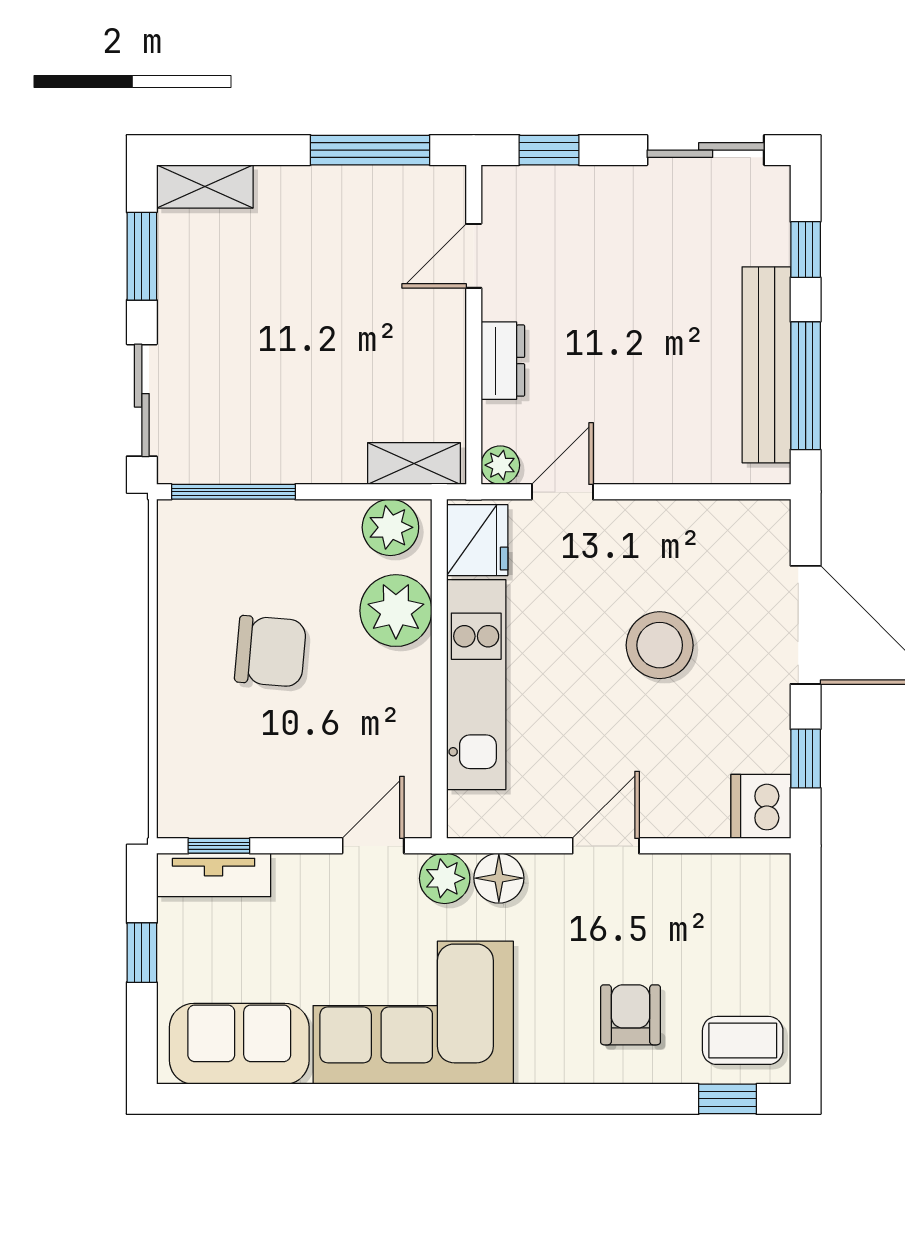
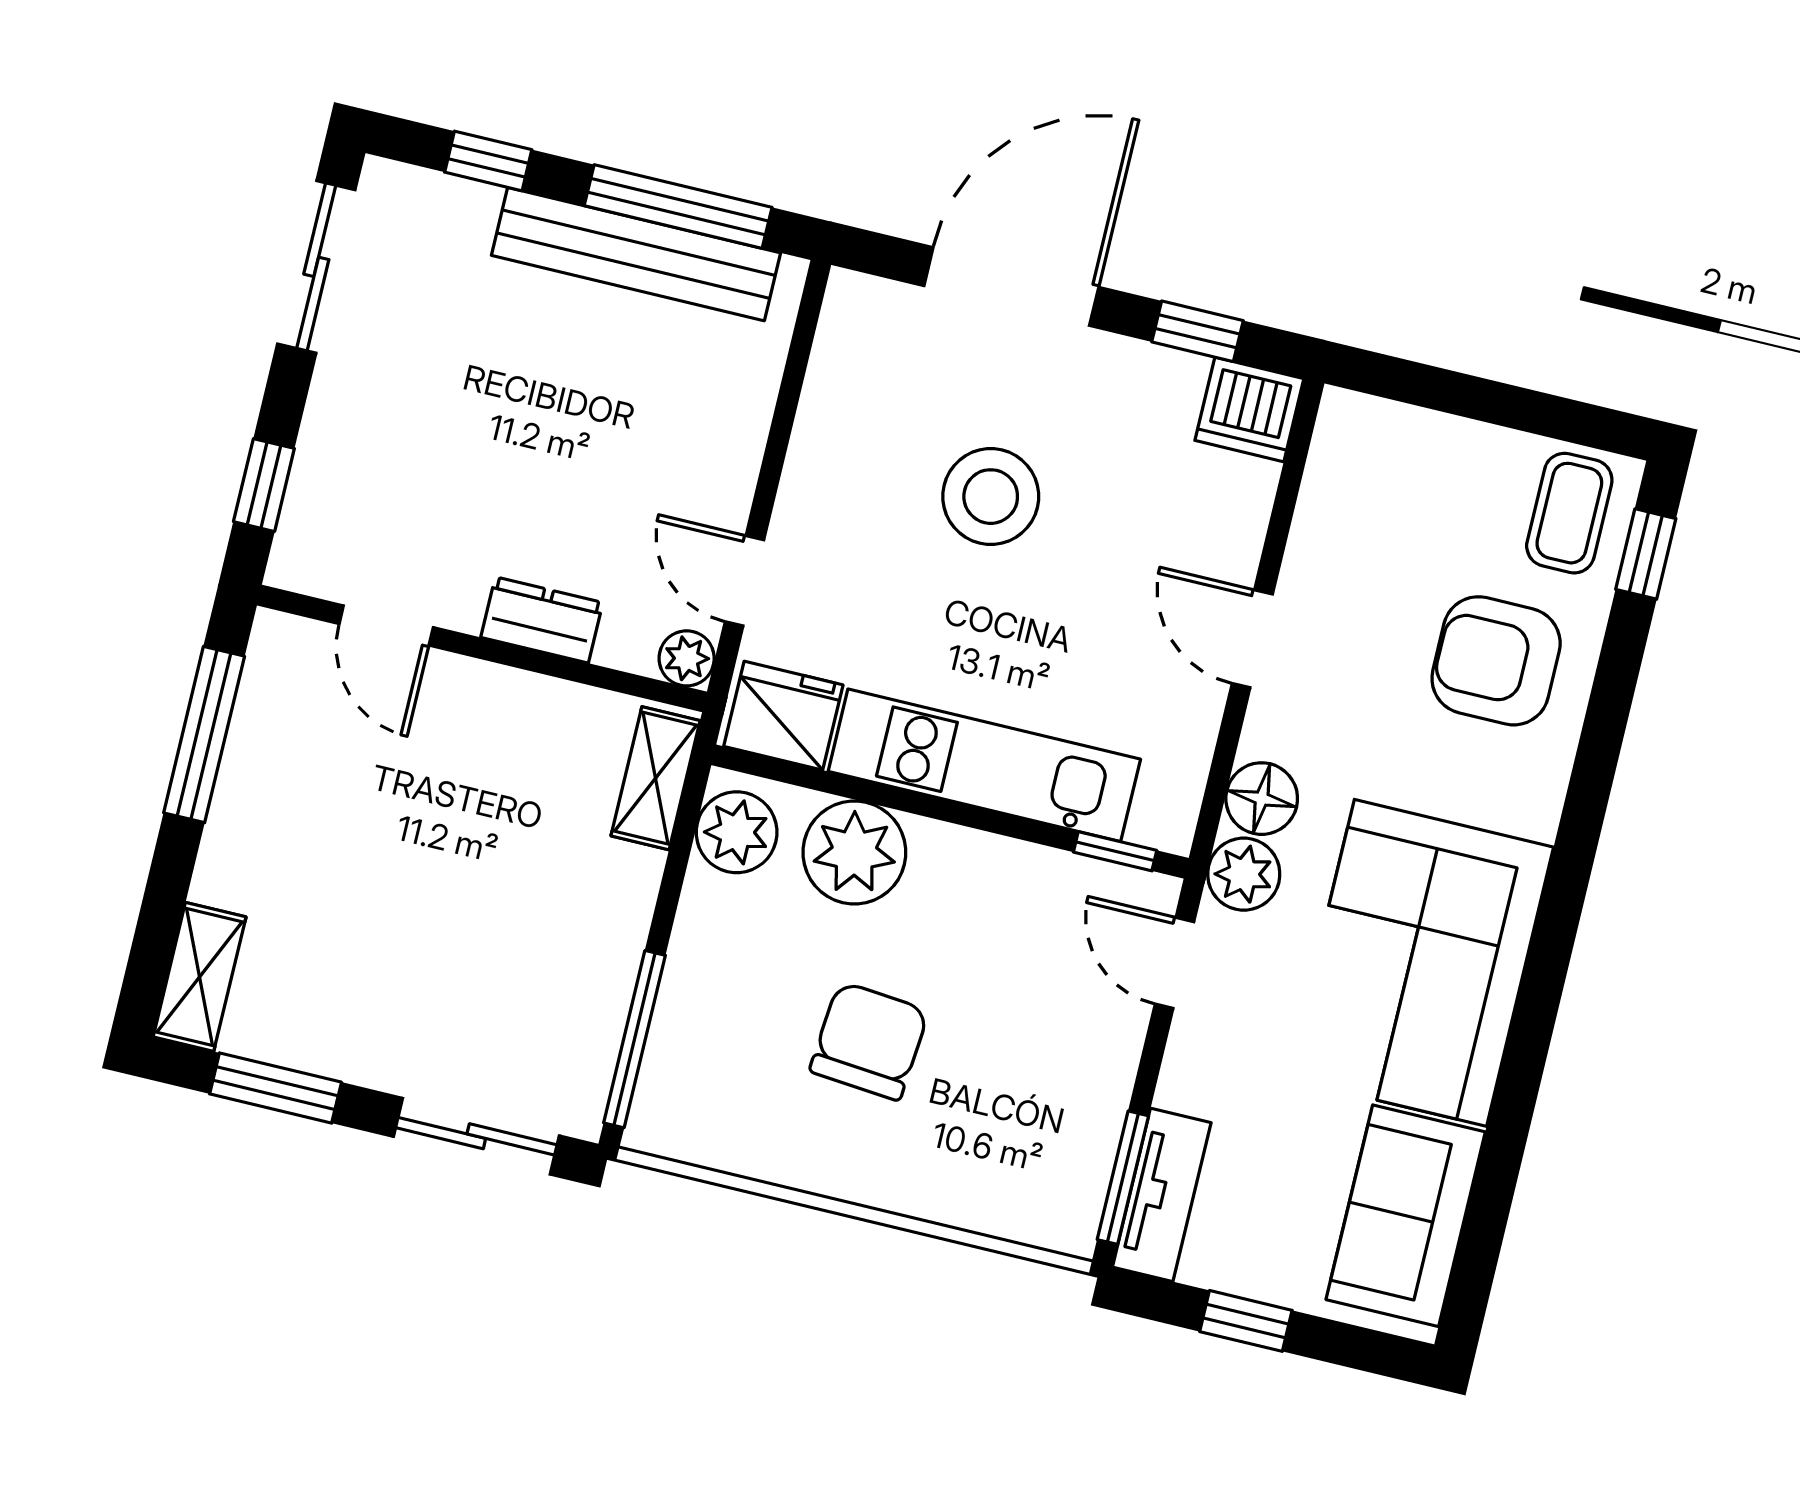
window: (439, 787) -> (1115, 851), added
window: (219, 846) -> (1123, 1178), width x1.50
armchair: (630, 1015) -> (1496, 661), width x1.38, depth x1.38

